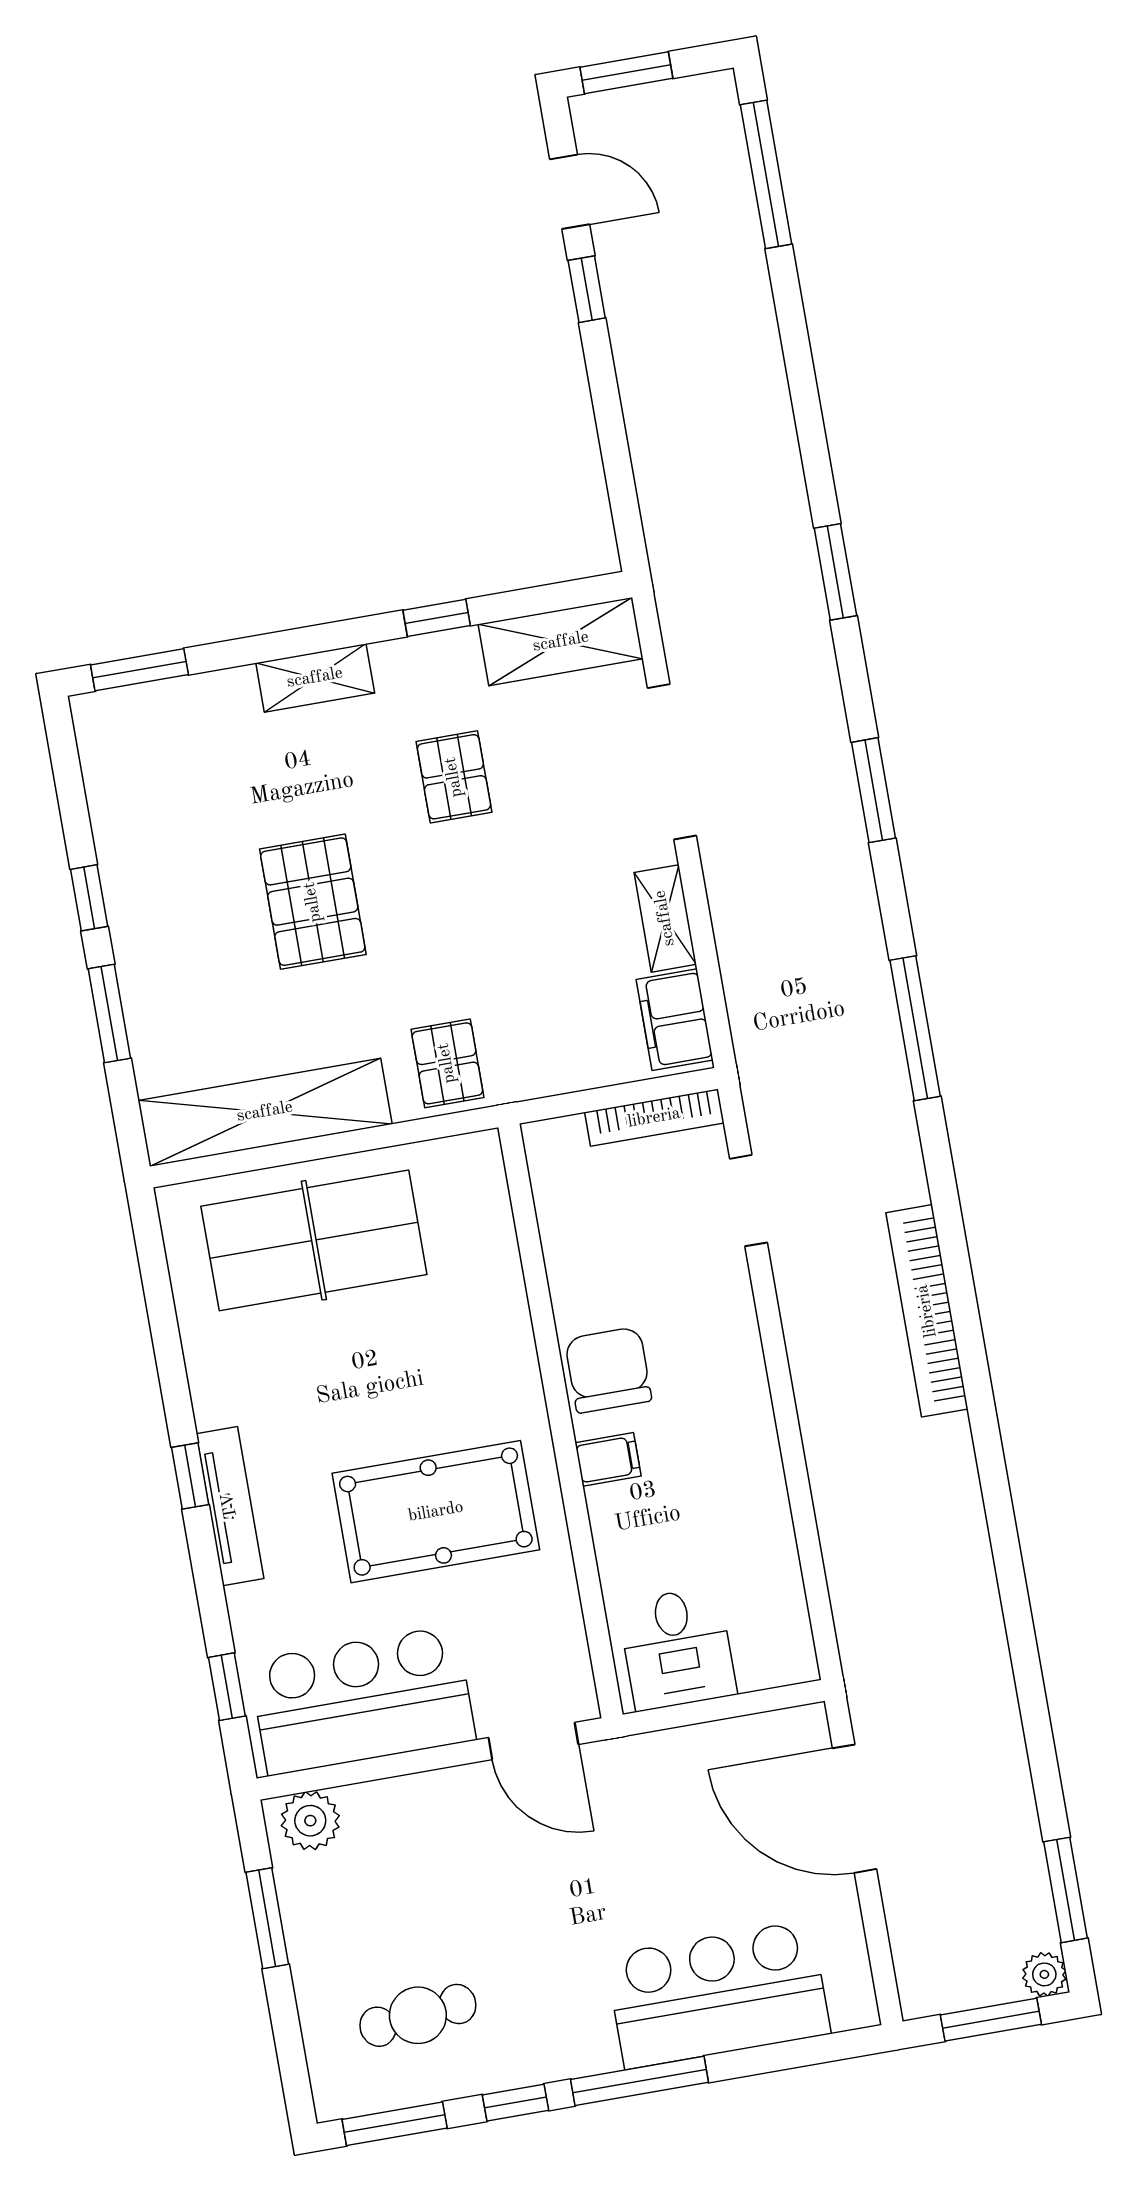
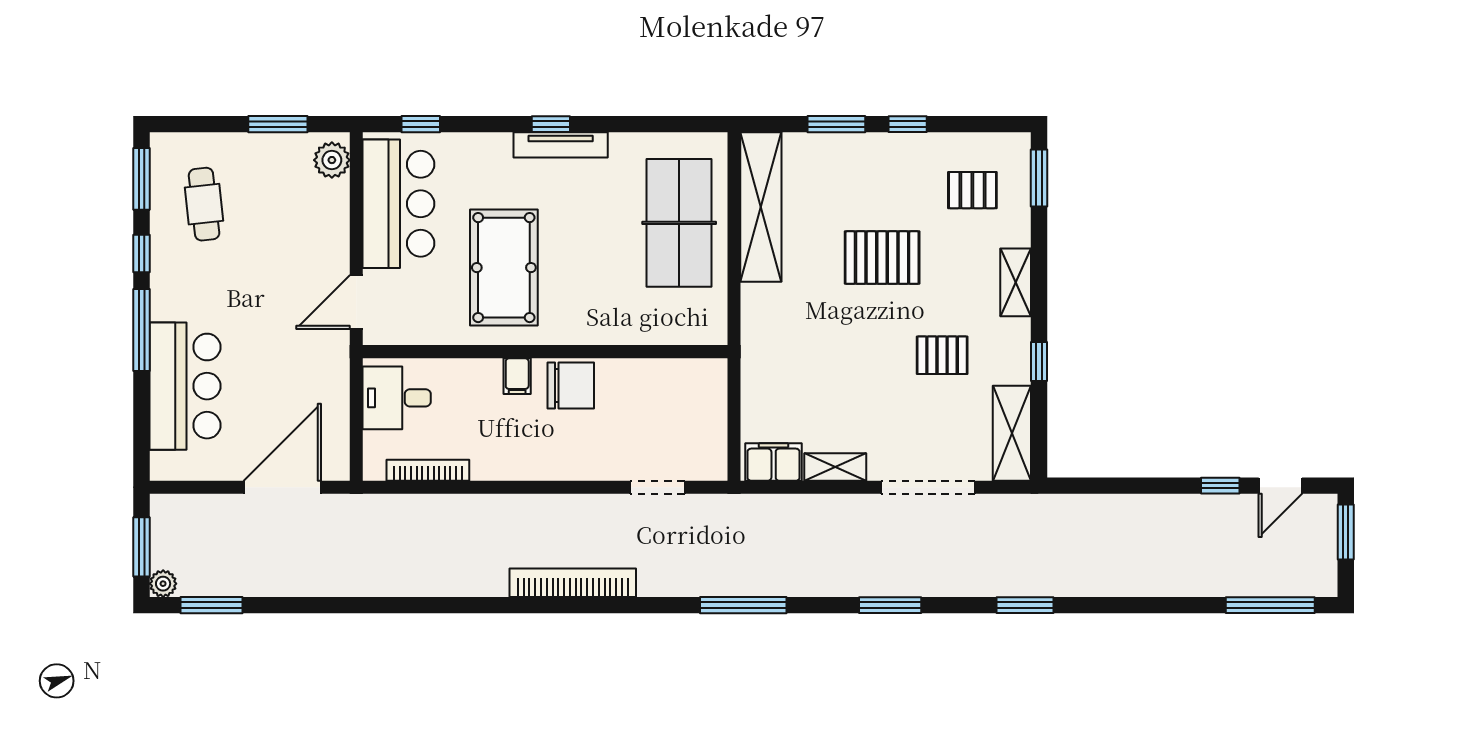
pallet: (447, 1063) -> (972, 190), moved
bookcase: (654, 1118) -> (428, 470), moved, turned 90
tv unit: (230, 1506) -> (561, 145), moved

